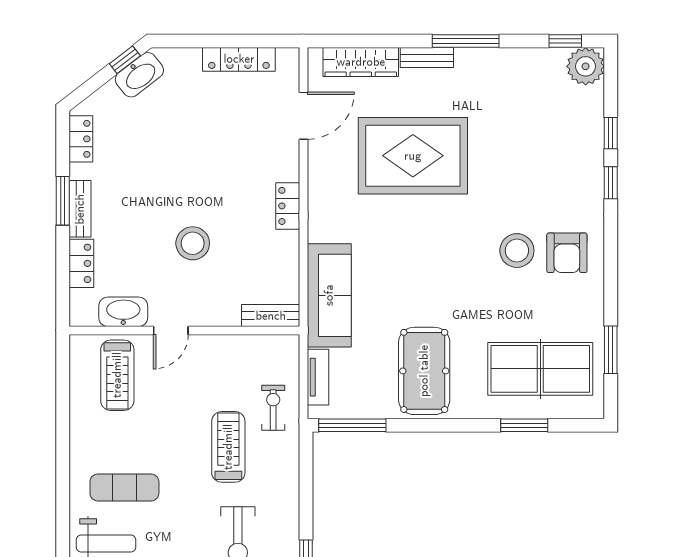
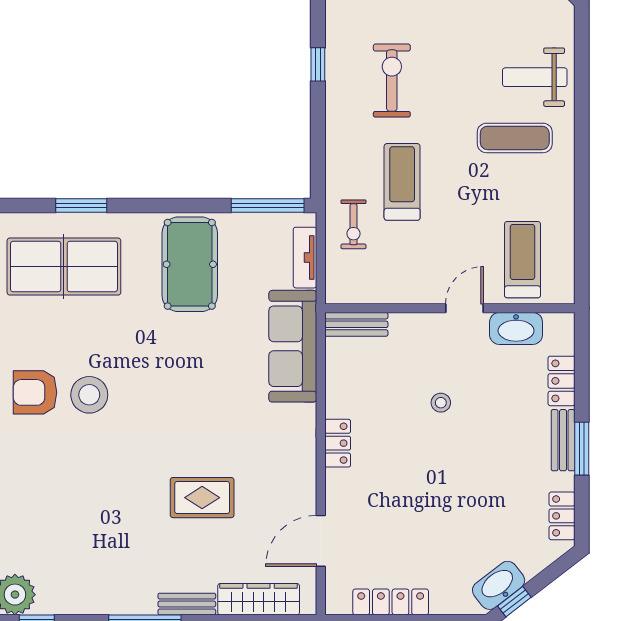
rug: (413, 156) -> (202, 498), width x0.54, depth x0.49
stool: (193, 243) -> (441, 403), width x0.53, depth x0.53
armchair: (567, 253) -> (35, 392), turned -90
treadmill: (228, 447) -> (402, 182), turned 180

